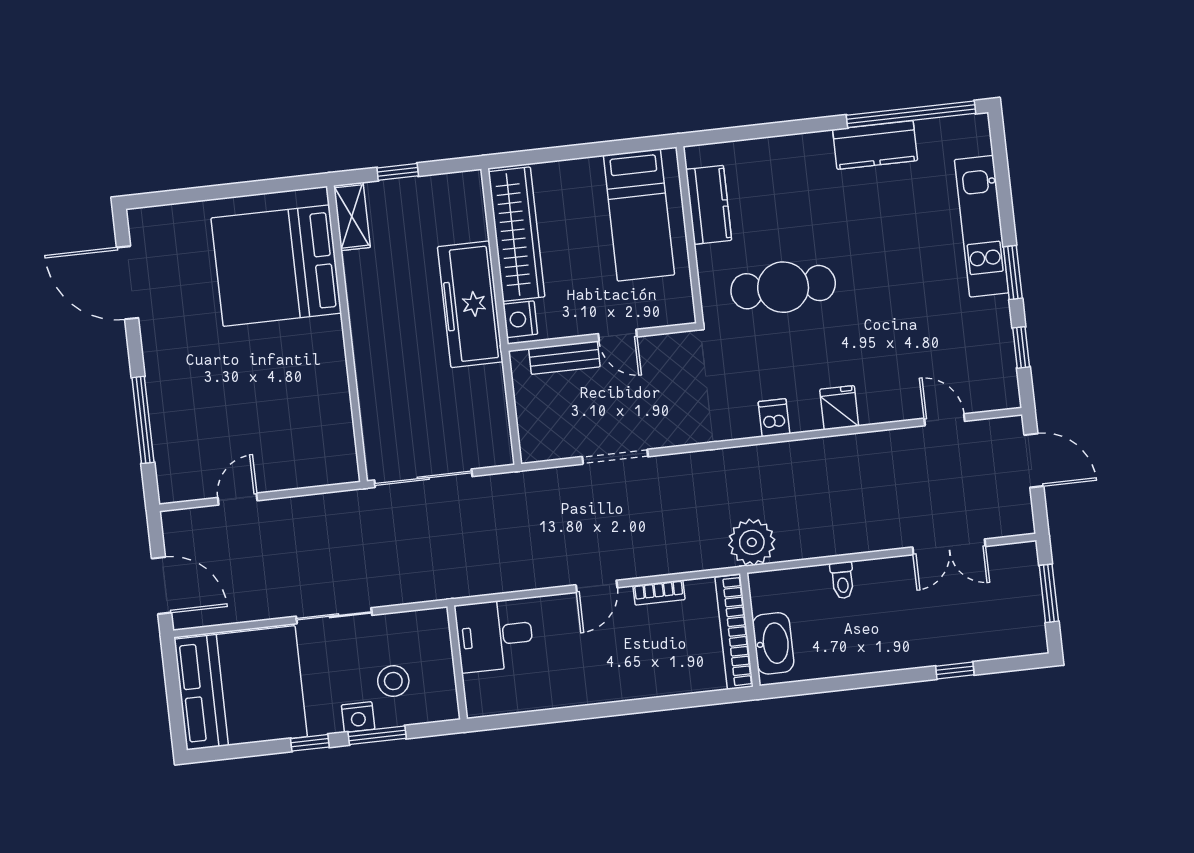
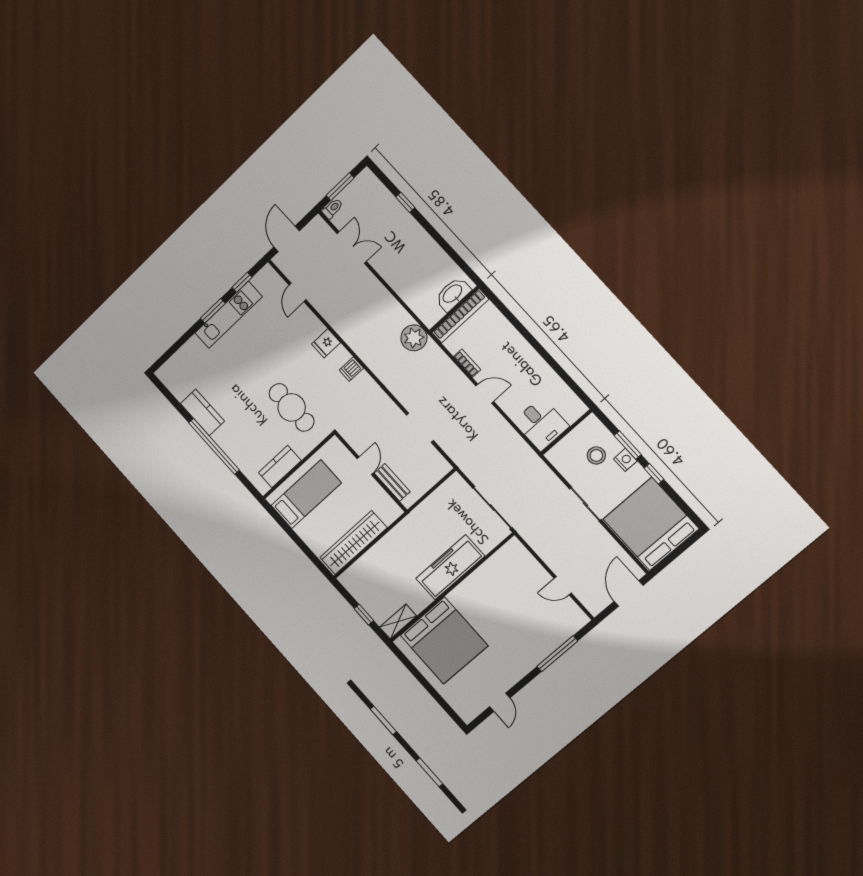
window: (911, 114) -> (214, 446), moved
kitchen unit: (982, 226) -> (229, 315), moved
door: (128, 283) -> (500, 702), width x0.53
freezer: (470, 304) -> (450, 567), moved, turned 180
nightstand: (520, 319) -> (389, 514), removed
toilet: (842, 580) -> (332, 209), moved

